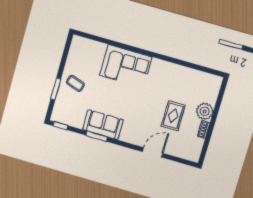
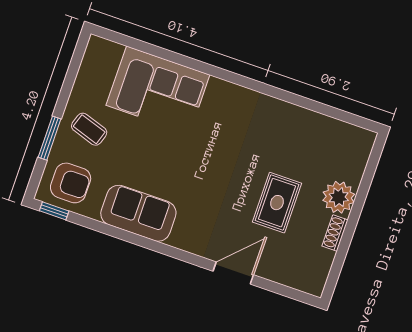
corner sofa: (126, 66) -> (158, 90), moved
armchair: (68, 111) -> (71, 183), added
window: (97, 136) -> (125, 235), removed

